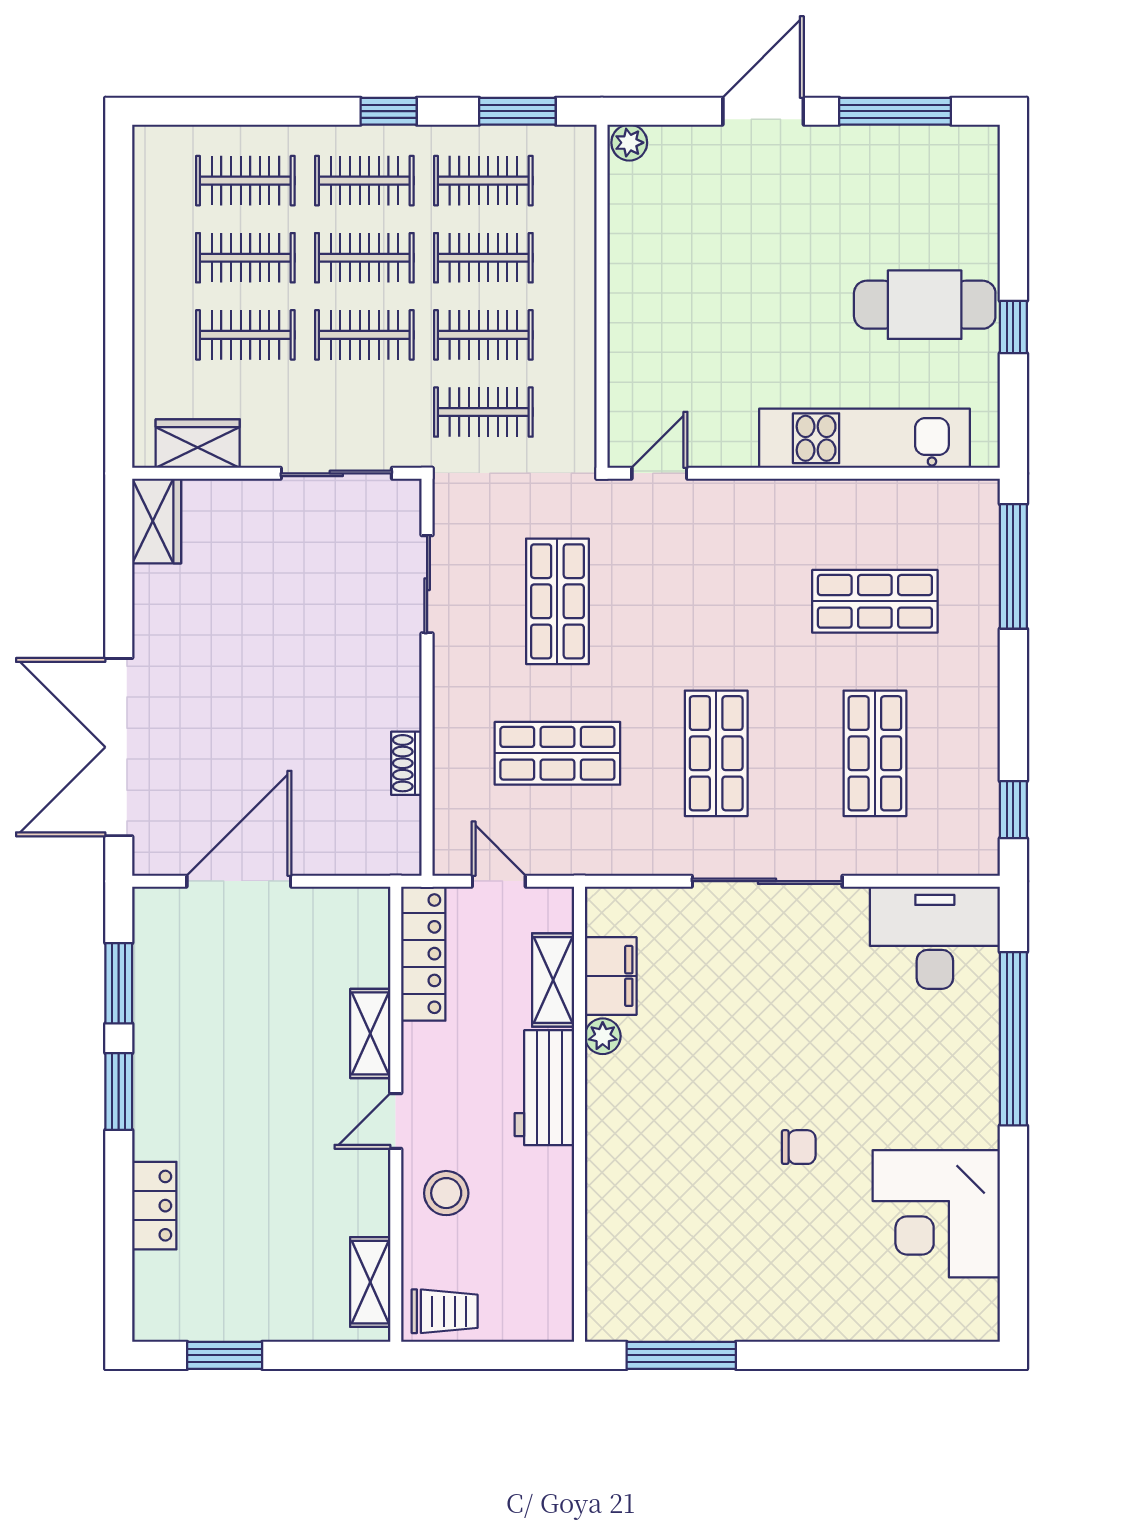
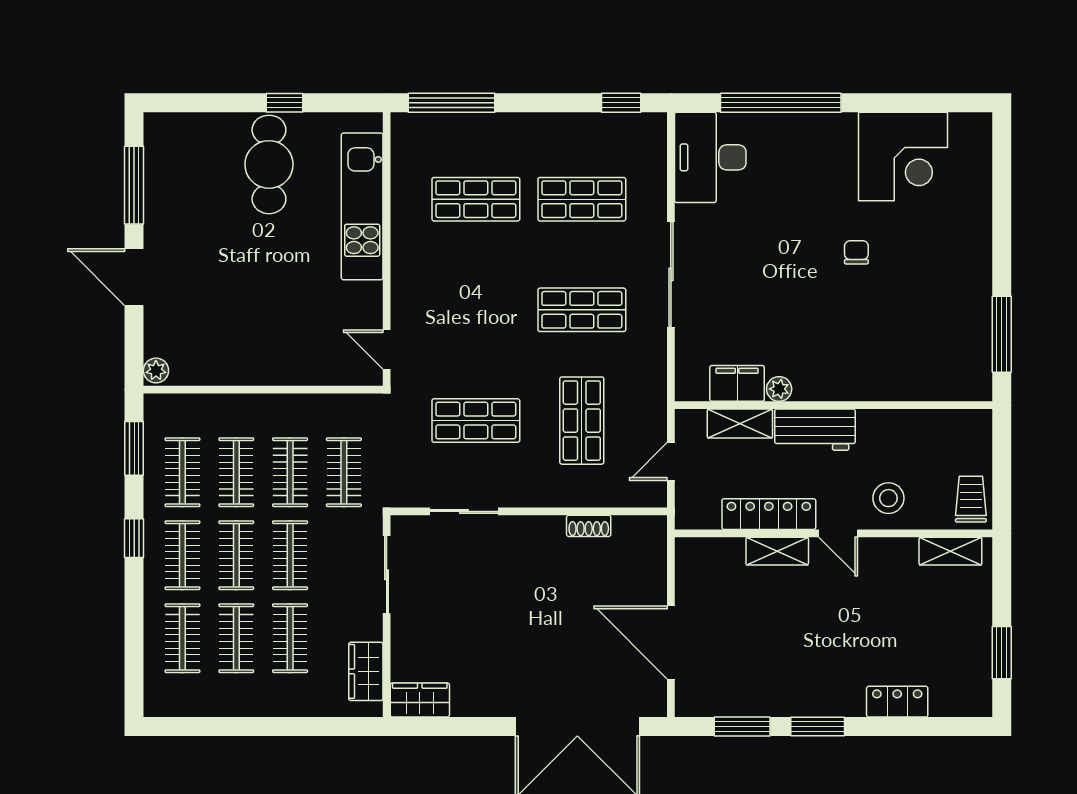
shop shelf: (875, 601) -> (476, 199), turned 90
locker: (423, 954) -> (769, 514), moved

